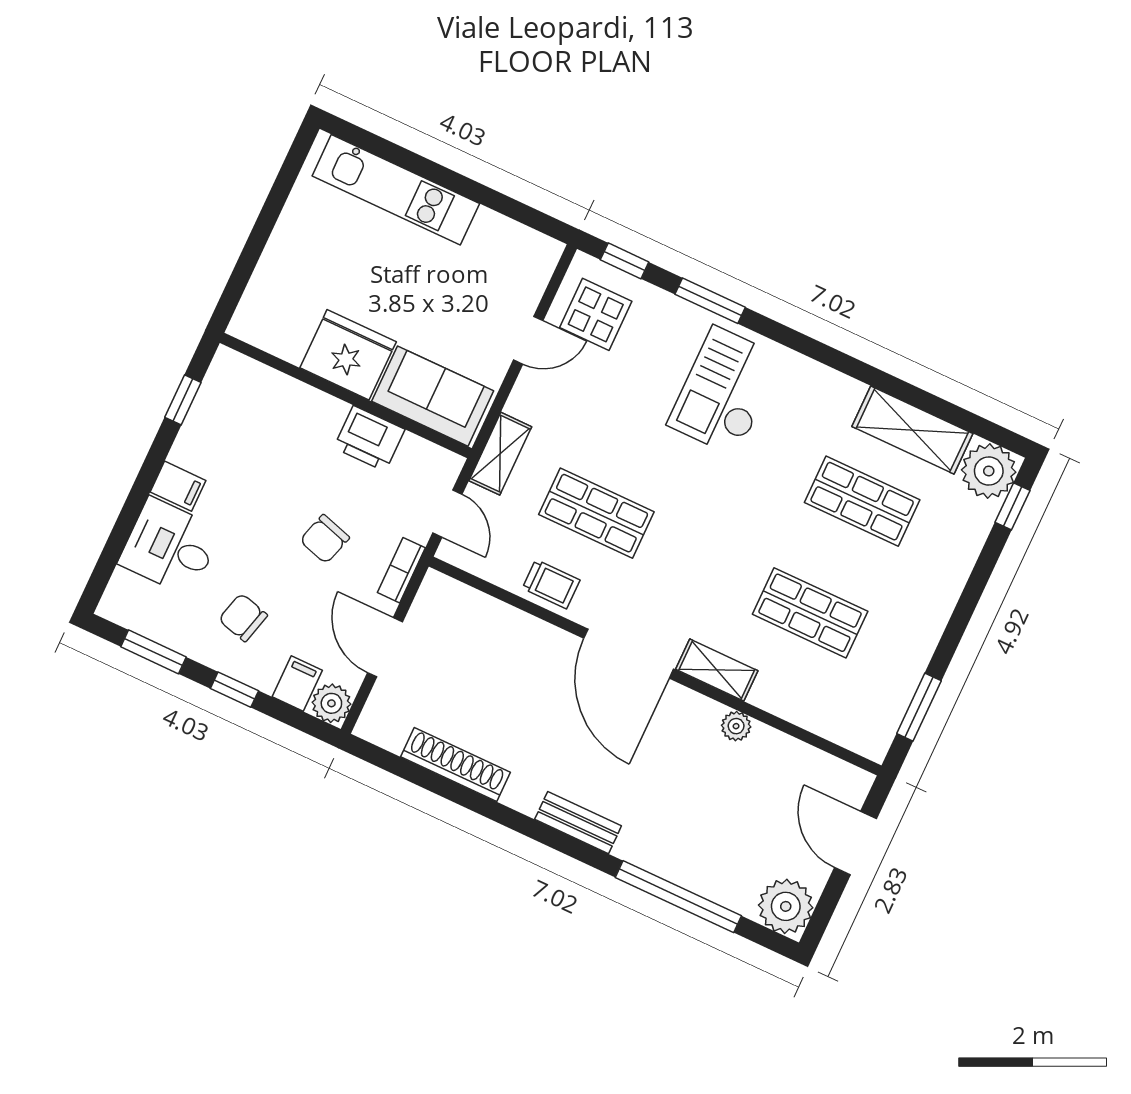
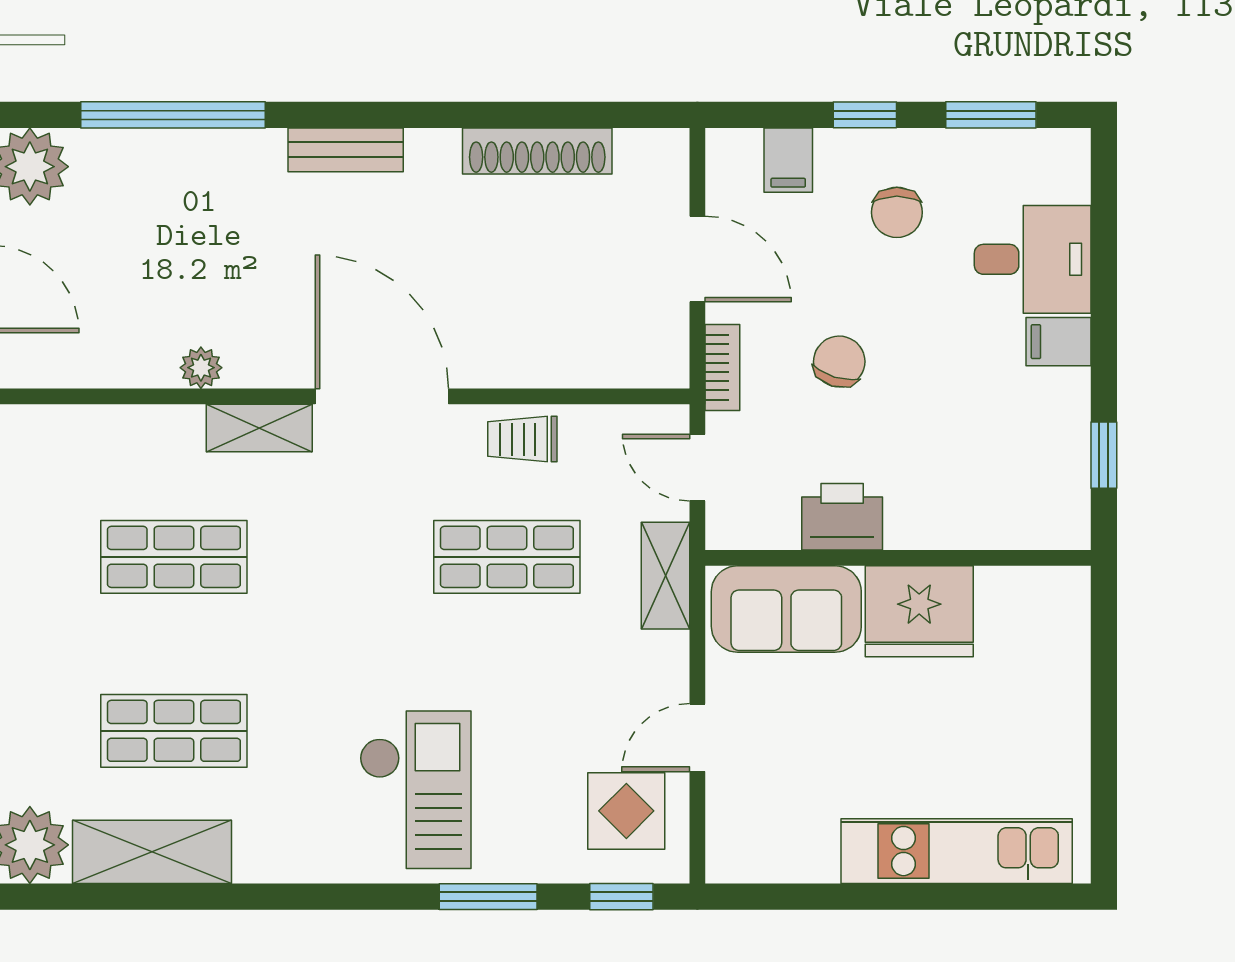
chair: (243, 617) -> (897, 212), turned 75
plant: (331, 703) -> (733, 155), removed

